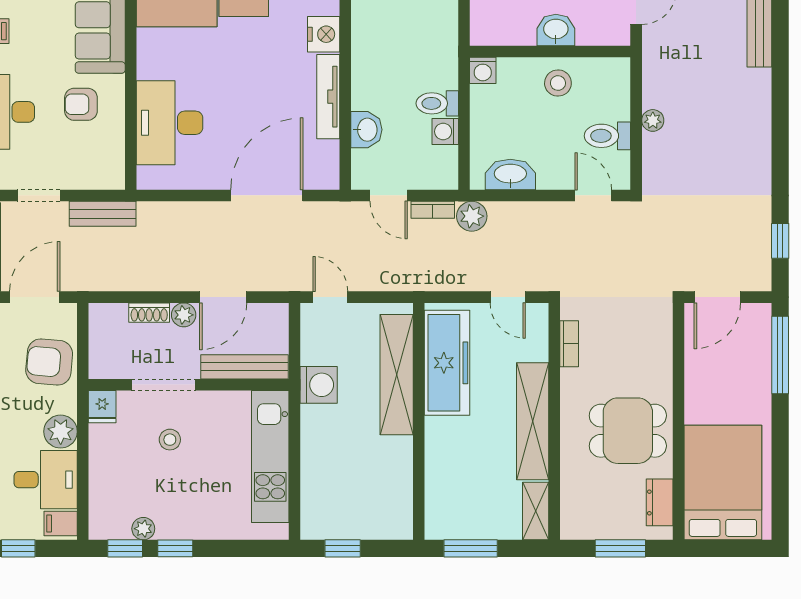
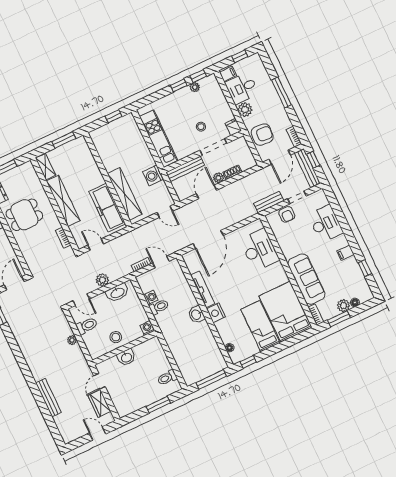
armchair: (81, 104) -> (287, 214), moved, turned 90
washbasin: (366, 130) -> (196, 315), moved
plant: (472, 216) -> (102, 280), moved

